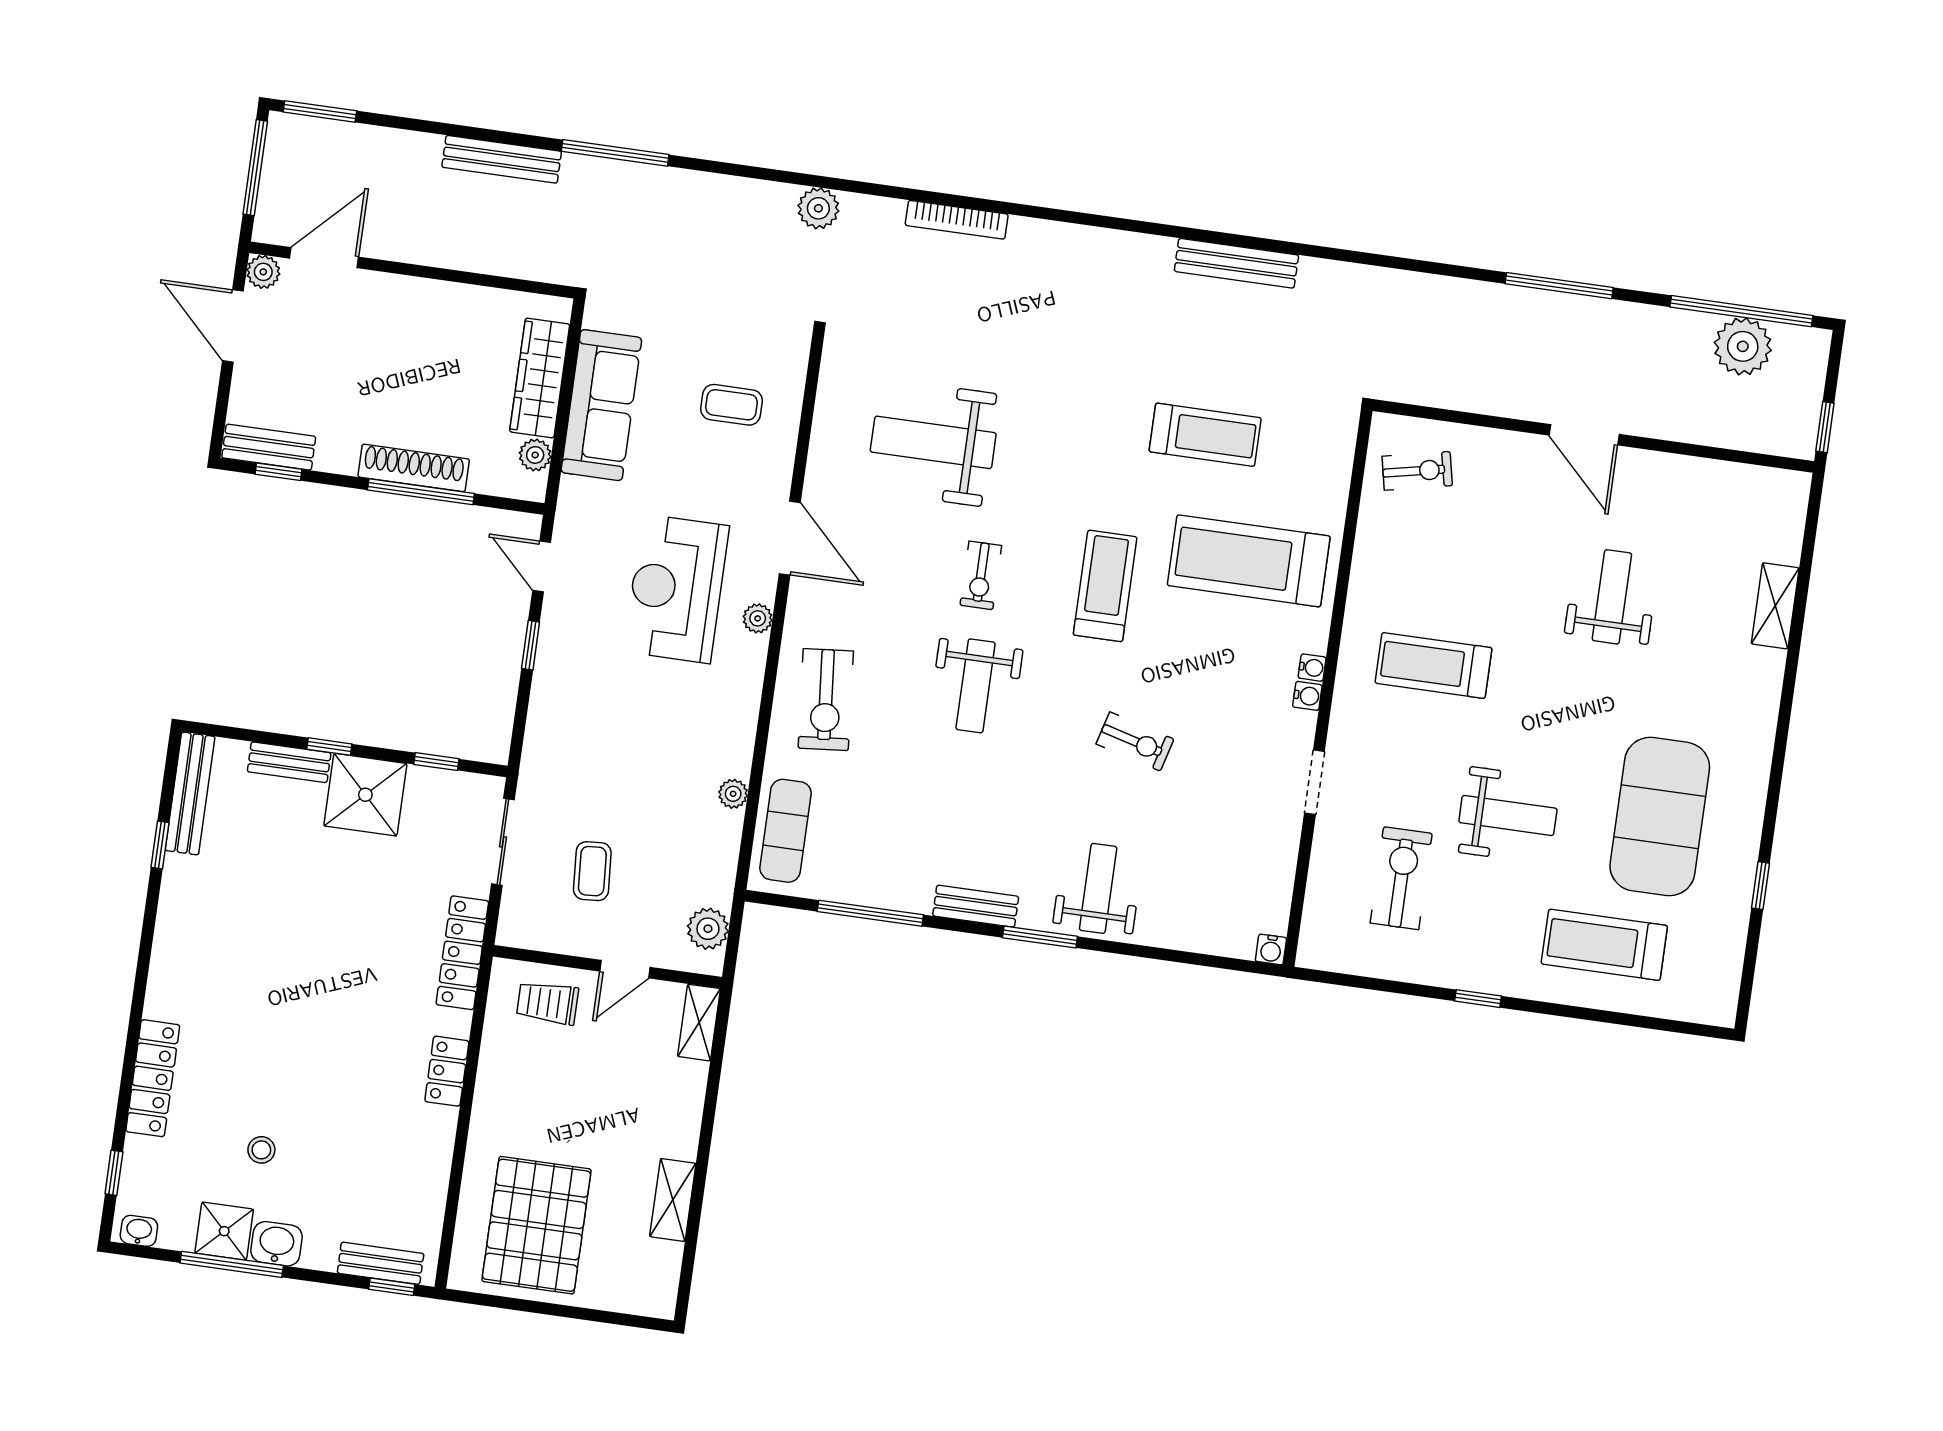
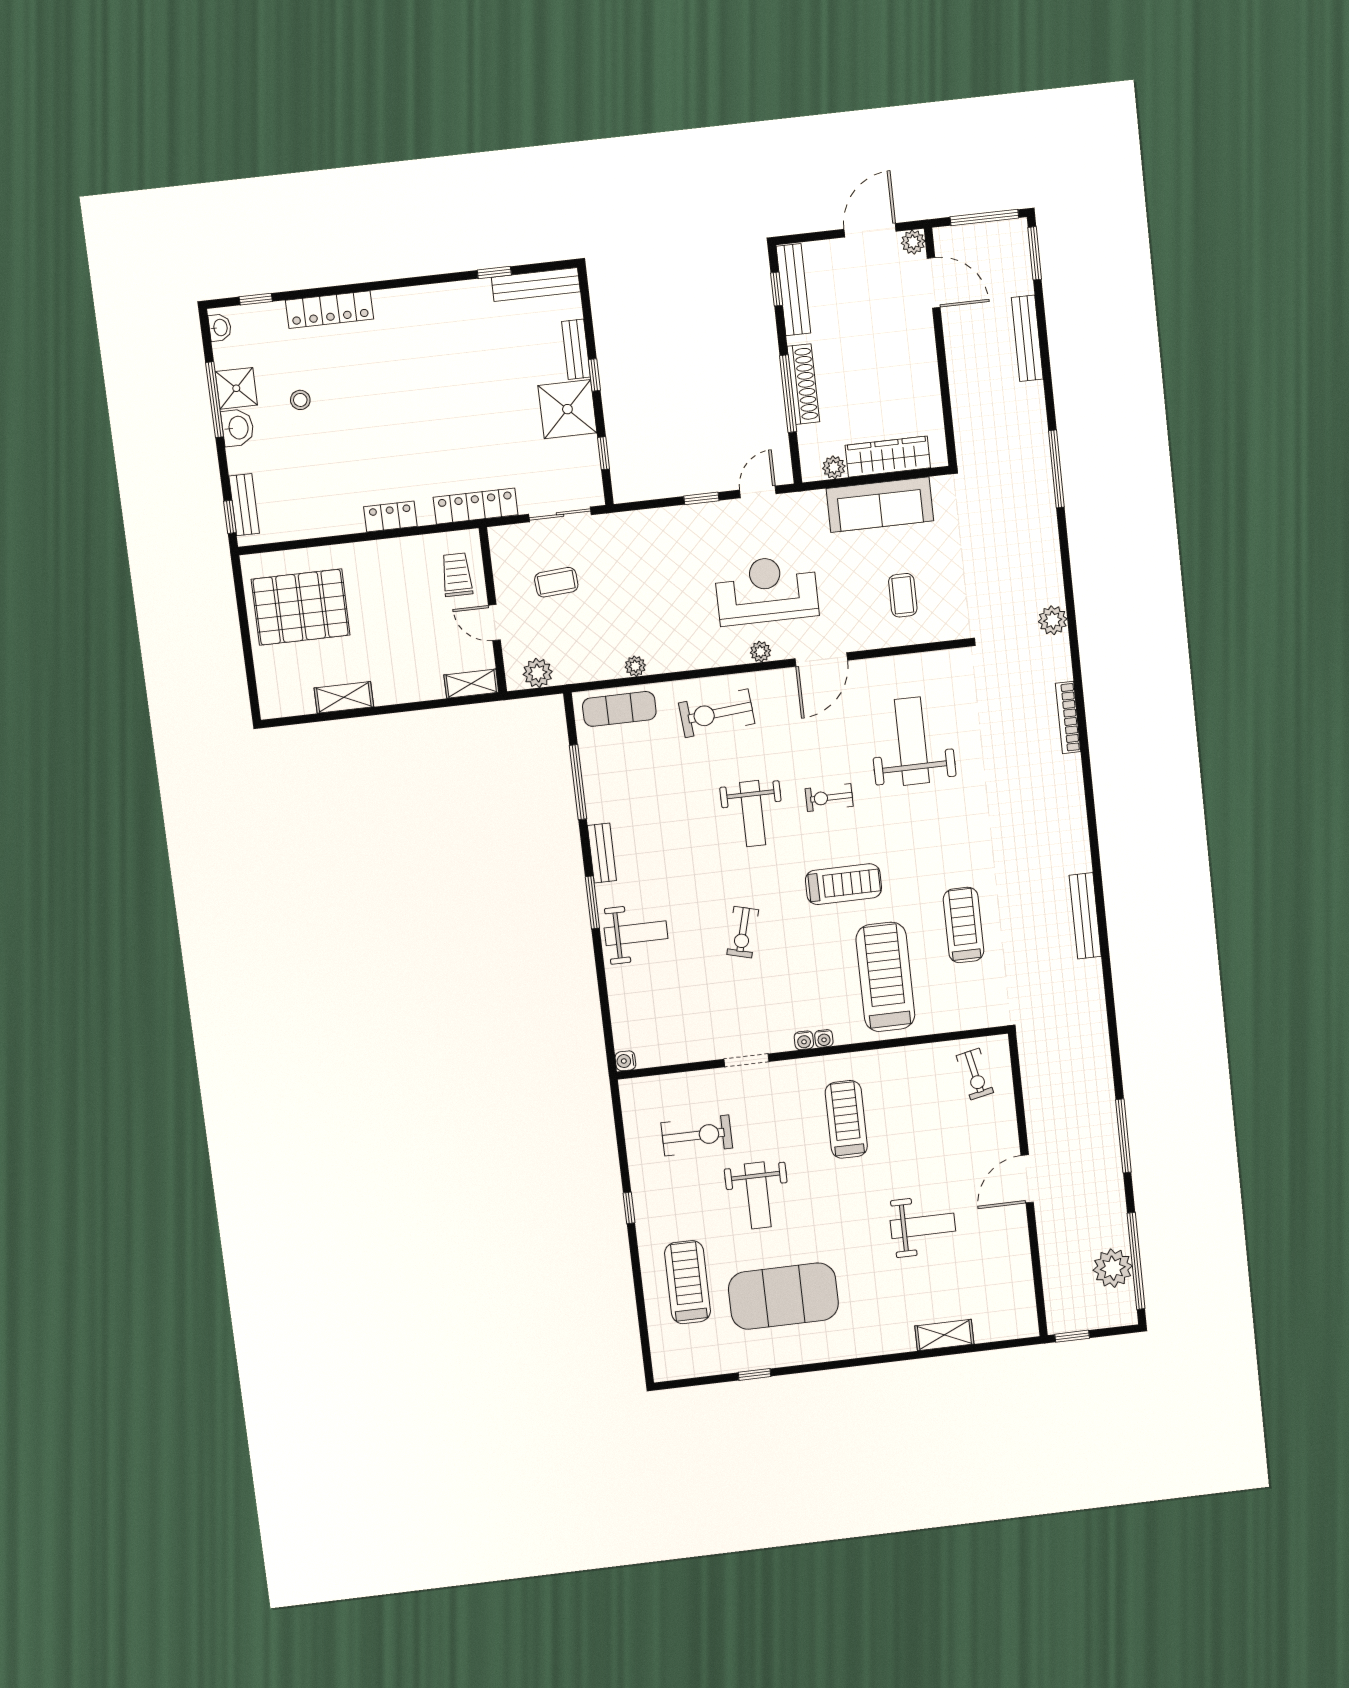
bench: (502, 159) -> (1027, 338), moved
treadmill: (1205, 435) -> (964, 925), turned 180
bench: (269, 447) -> (793, 290), width x1.36
weight bench: (976, 686) -> (753, 814), turned -90

